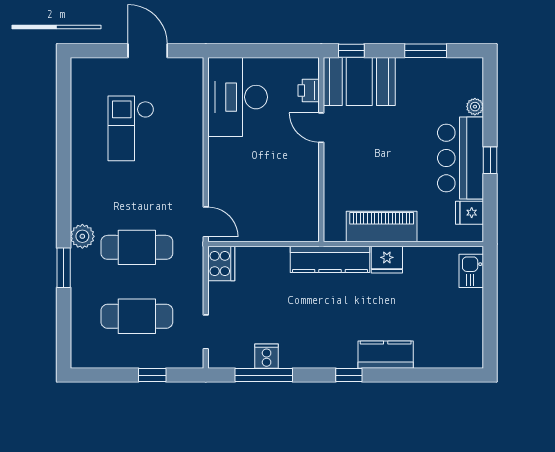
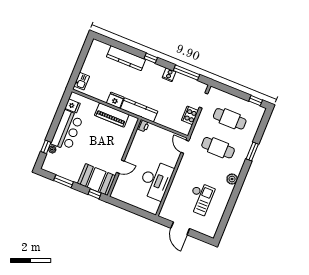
printer: (309, 90) -> (143, 126), moved
desk: (238, 97) -> (156, 180), moved
door: (321, 128) -> (120, 167), hinge flipped
window: (490, 160) -> (46, 147), moved
plant: (82, 236) -> (232, 179), moved
cooker: (221, 264) -> (190, 115), moved
kitchen counter: (386, 355) -> (126, 58), width x1.50
cooker: (267, 356) -> (169, 75), moved
window: (152, 375) -> (256, 101), moved

